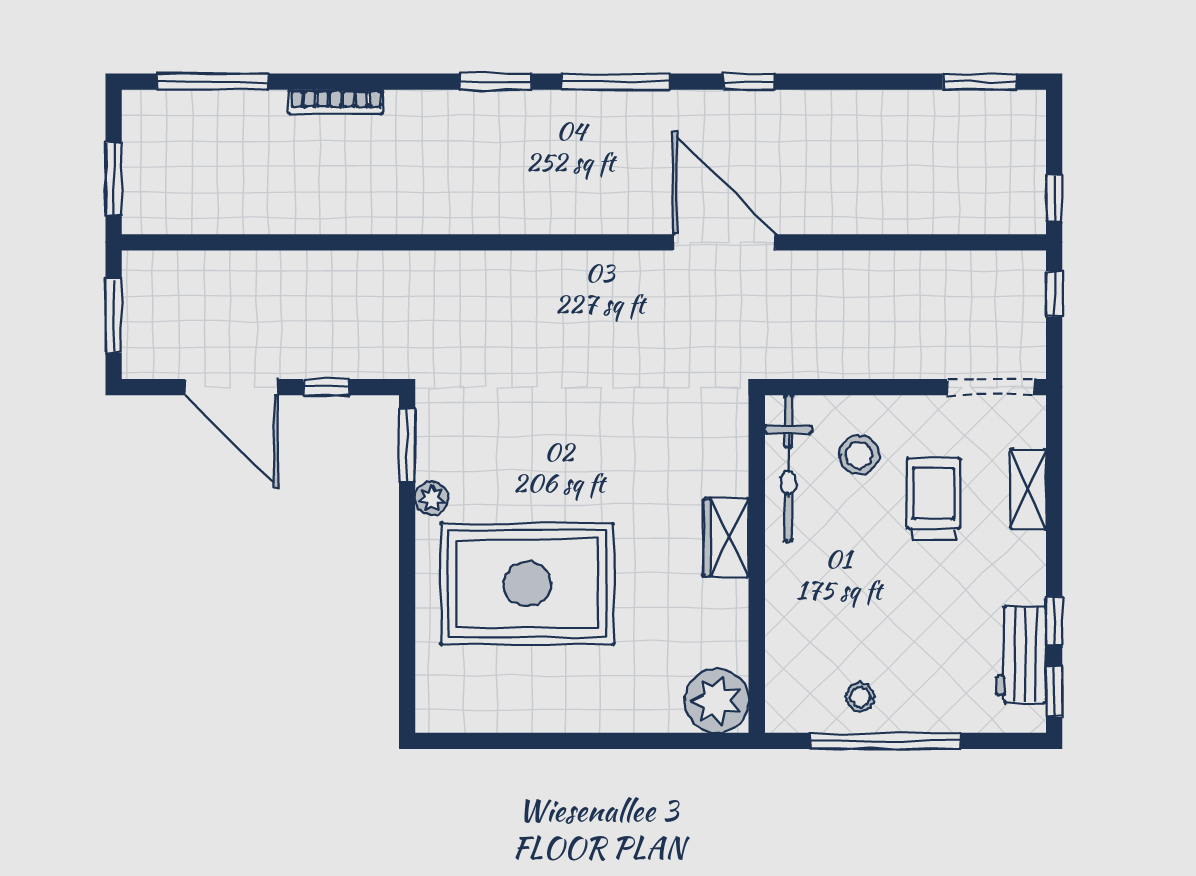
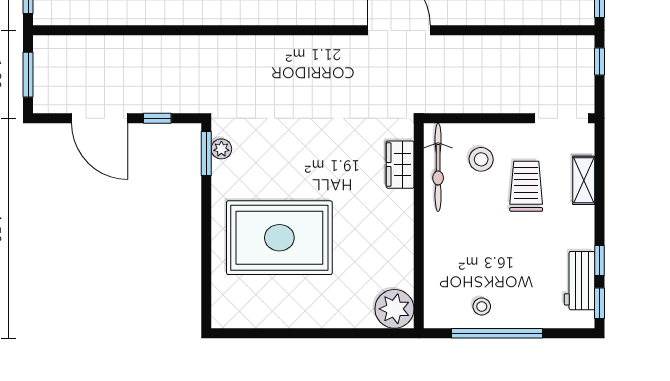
plant: (432, 499) -> (221, 149), moved
wardrobe: (726, 538) -> (400, 165), moved

